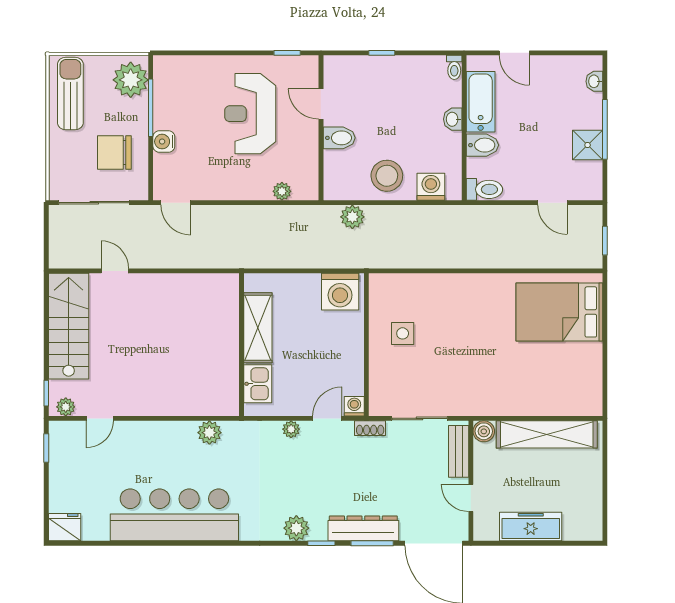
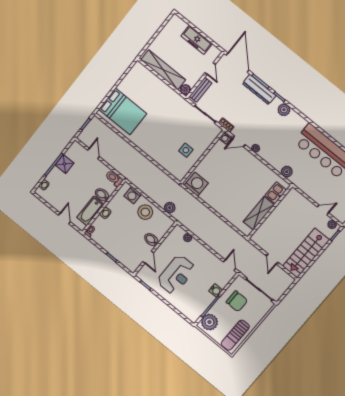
shelving: (258, 328) -> (259, 213), moved
wall: (242, 345) -> (270, 212), moved
kitchen sink: (258, 384) -> (276, 193), moved

